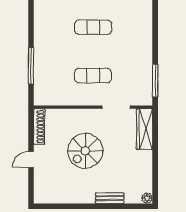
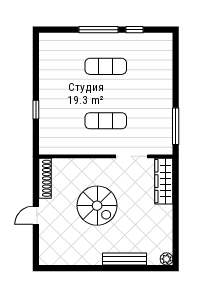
window: (31, 66) -> (36, 110), width x0.46
spiral stairs: (85, 151) -> (97, 206), turned -90
bench: (110, 198) -> (124, 259), width x1.36

